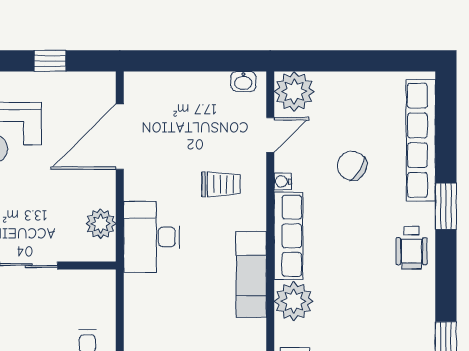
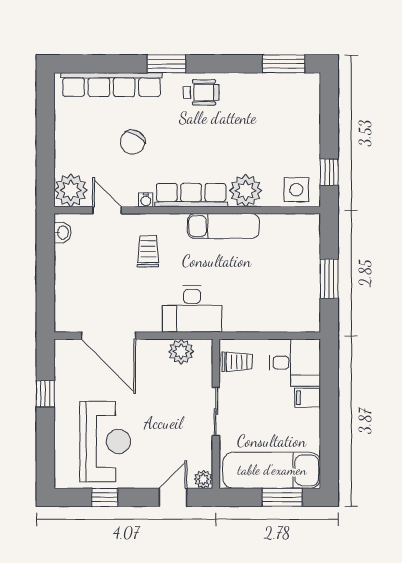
trolley: (88, 291) -> (237, 362), added

